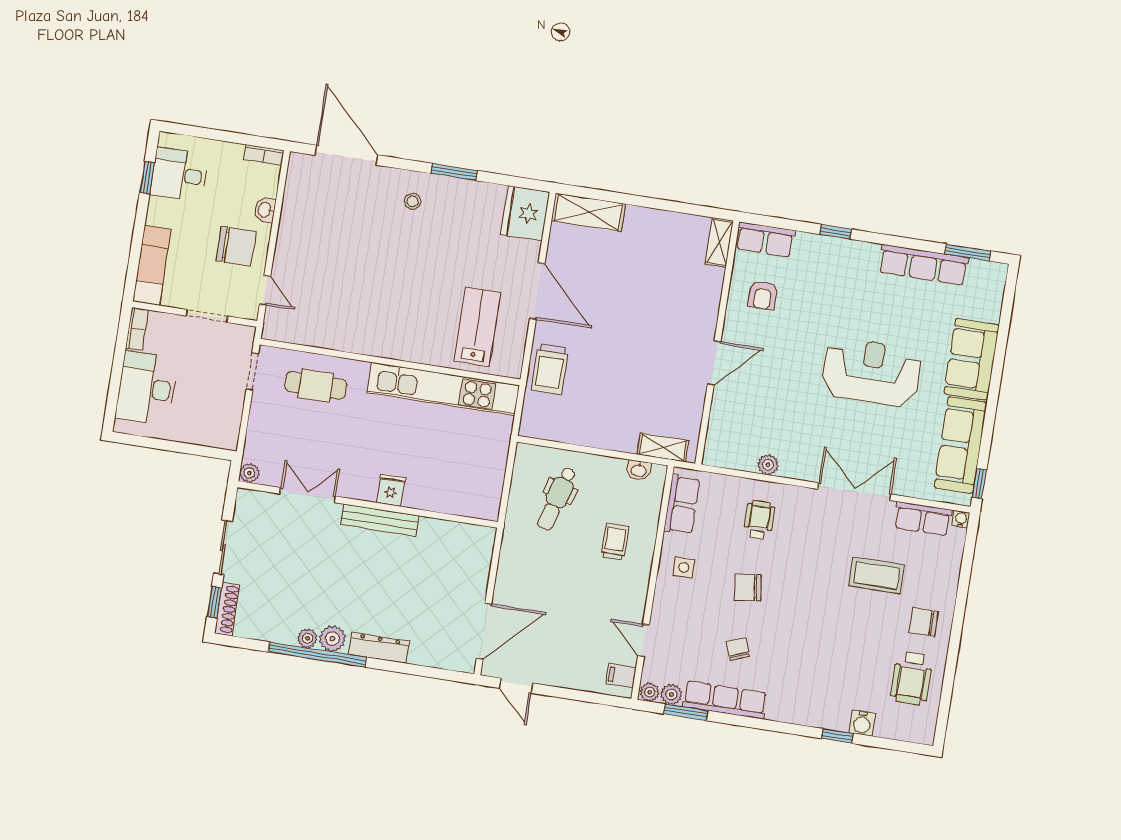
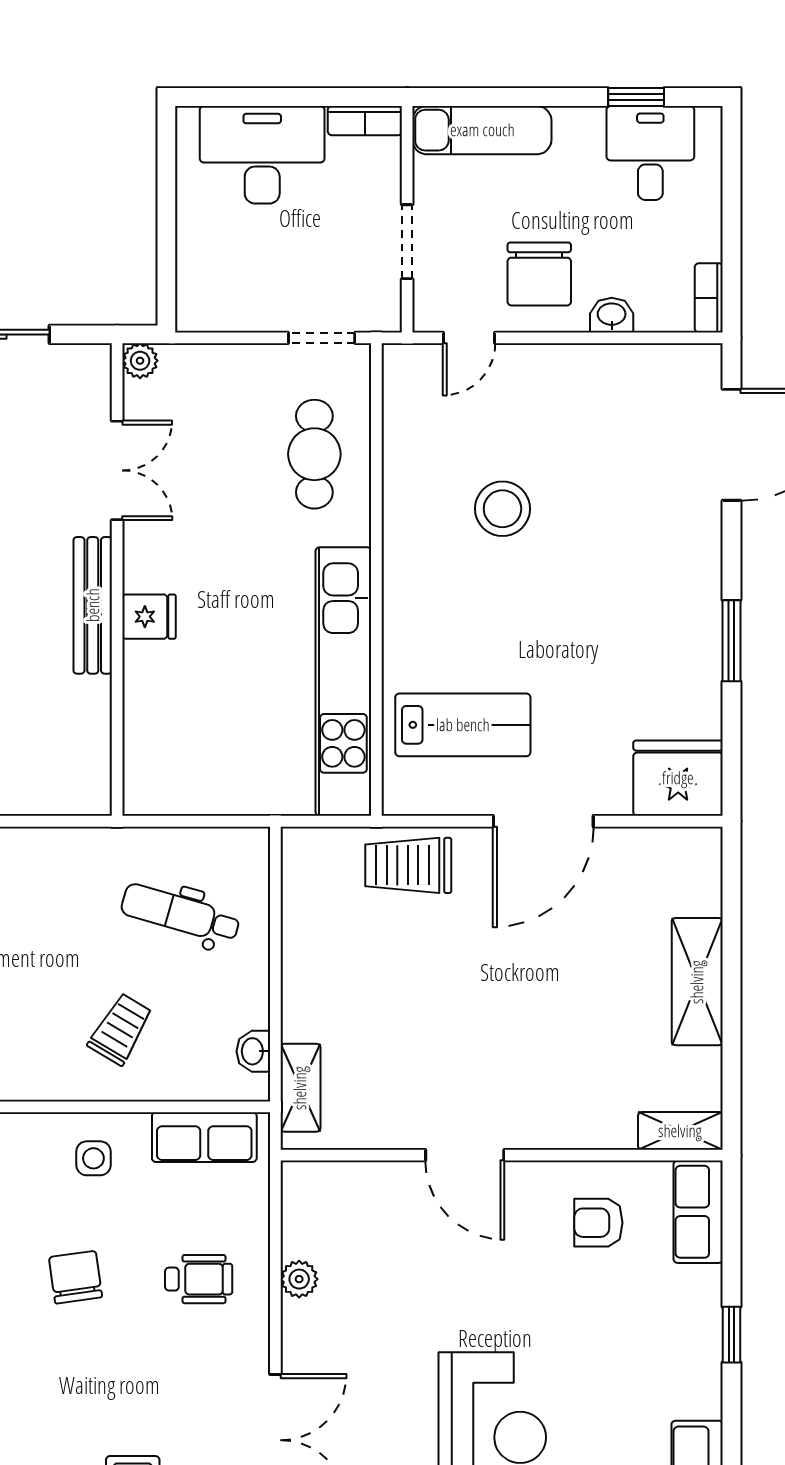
stool: (413, 201) -> (502, 509), moved, width x1.89, depth x1.89
shelving: (588, 212) -> (697, 982), moved
trolley: (615, 541) -> (120, 1029), turned -59

